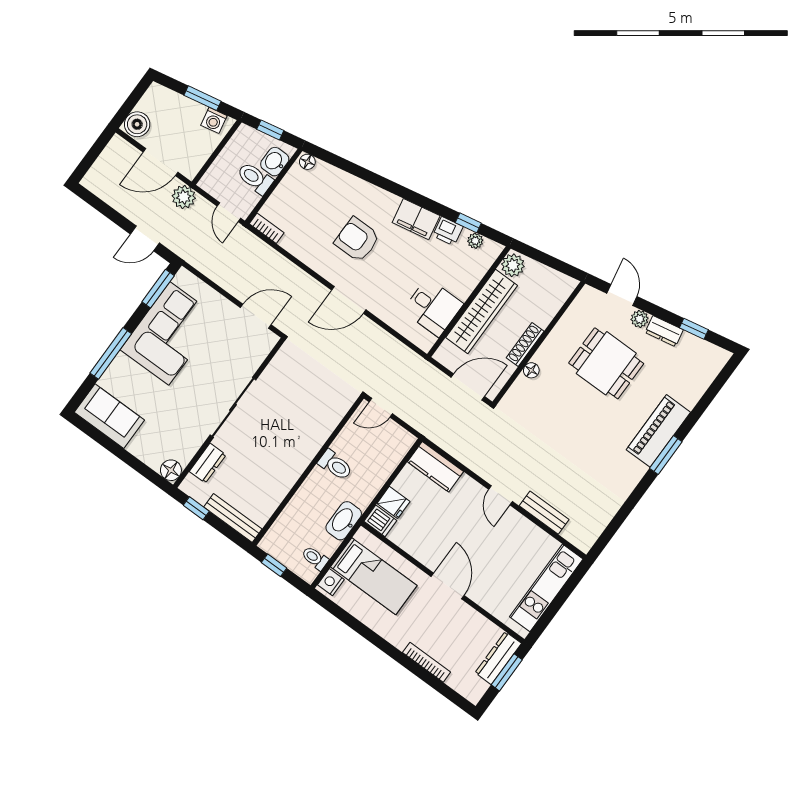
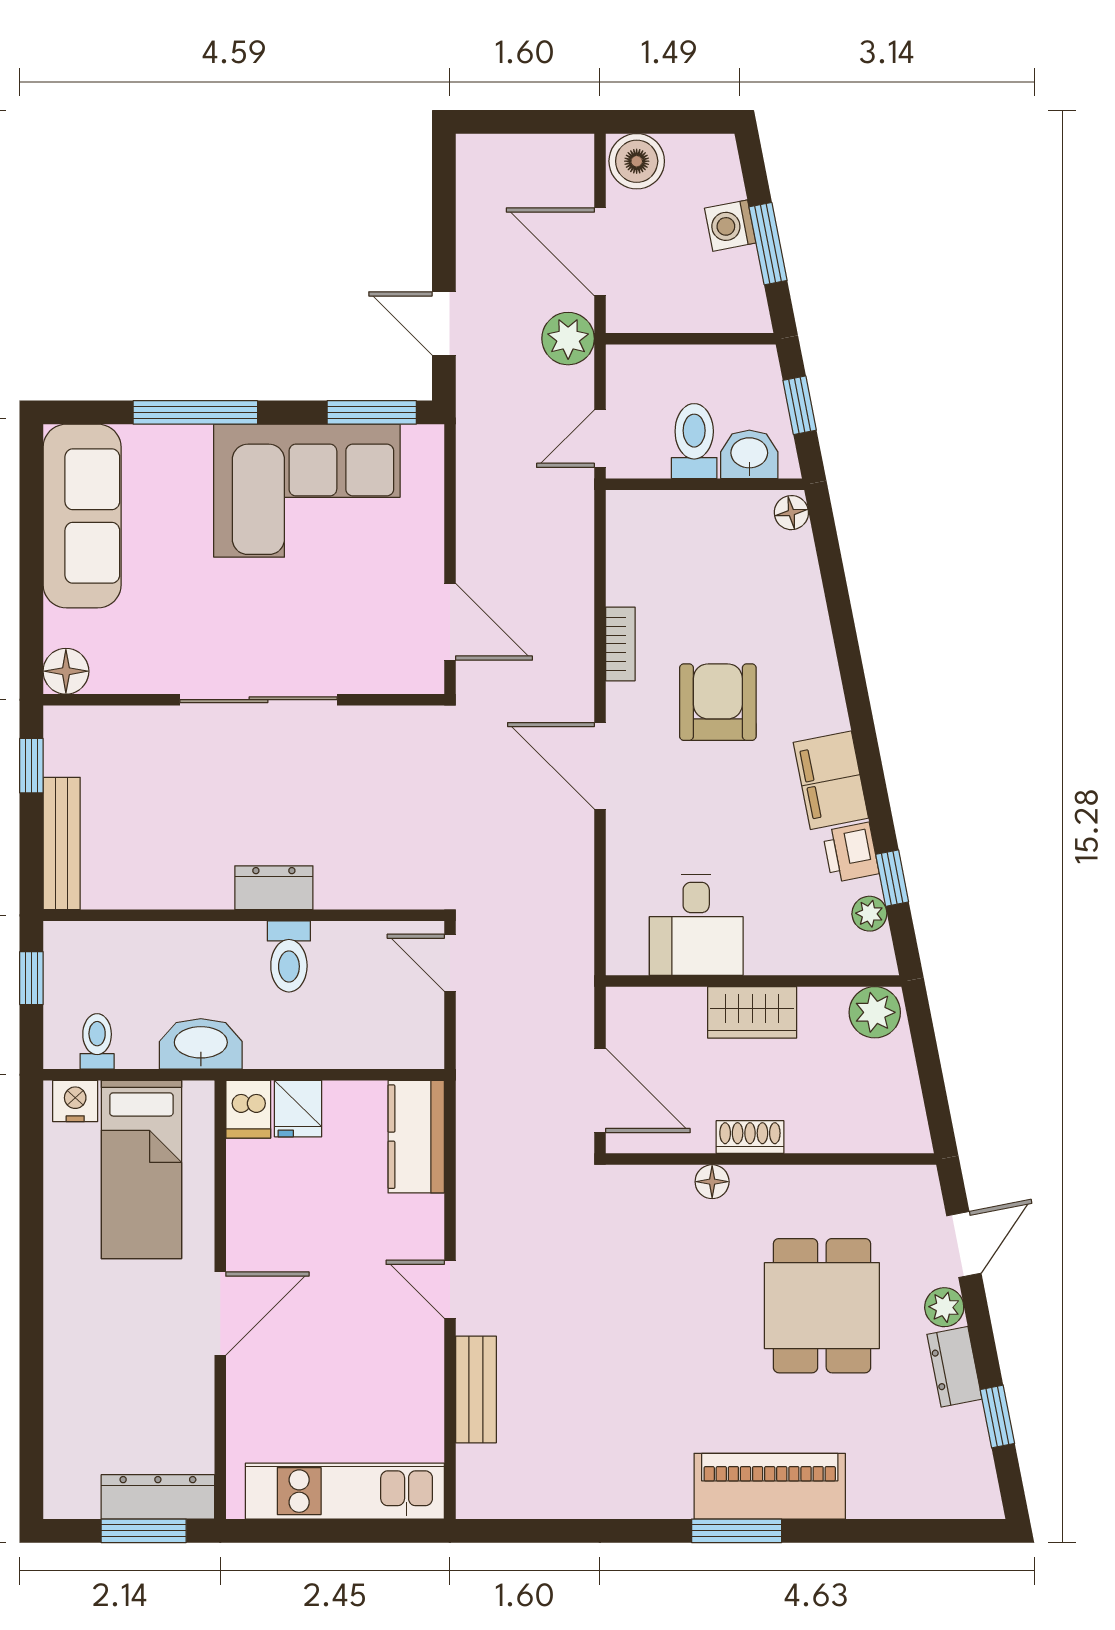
washing machine: (214, 120) -> (730, 226), moved
bookcase: (267, 228) -> (620, 644), moved
wardrobe: (482, 311) -> (752, 1012), width x0.48, depth x0.85
shoe rack: (525, 344) -> (750, 1137), width x0.70
sofa: (109, 416) -> (82, 516), width x1.36
dresser: (208, 463) -> (274, 888), moved, turned 180
door: (500, 495) -> (450, 1289), hinge flipped
bookcase: (427, 662) -> (57, 1375), removed

